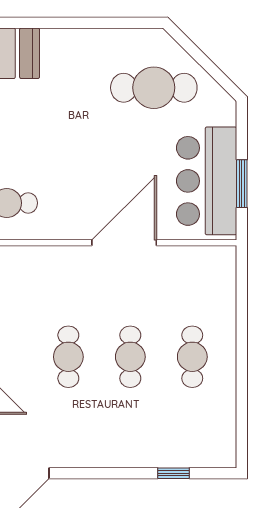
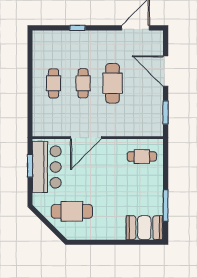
cafe table: (68, 357) -> (113, 83), width x1.37, depth x1.35
window: (174, 473) -> (77, 28), moved

